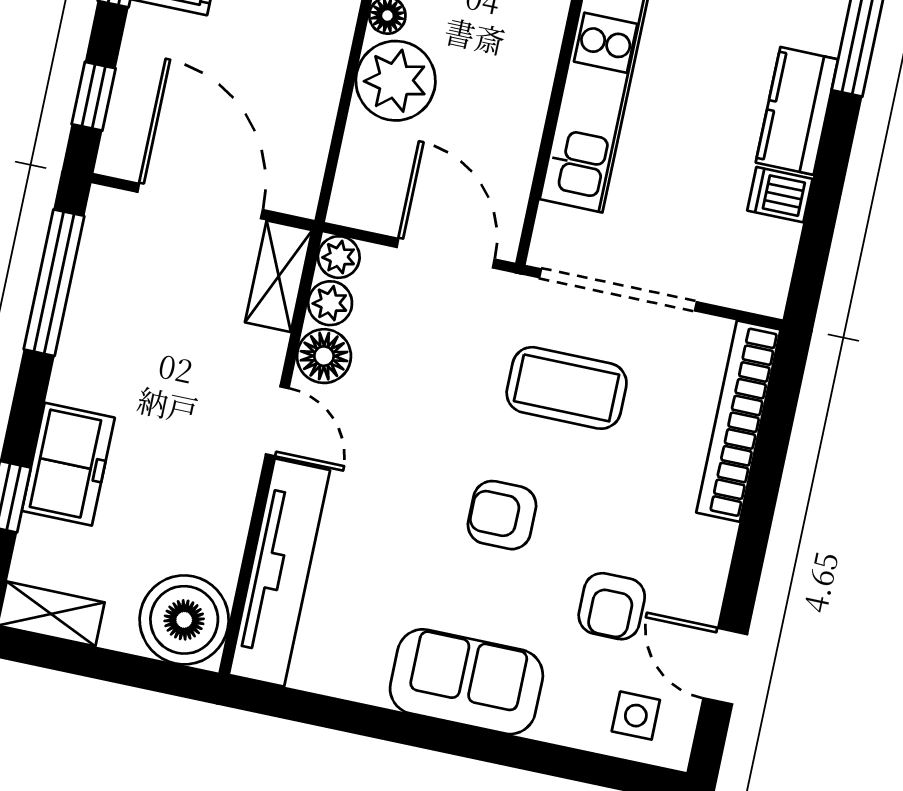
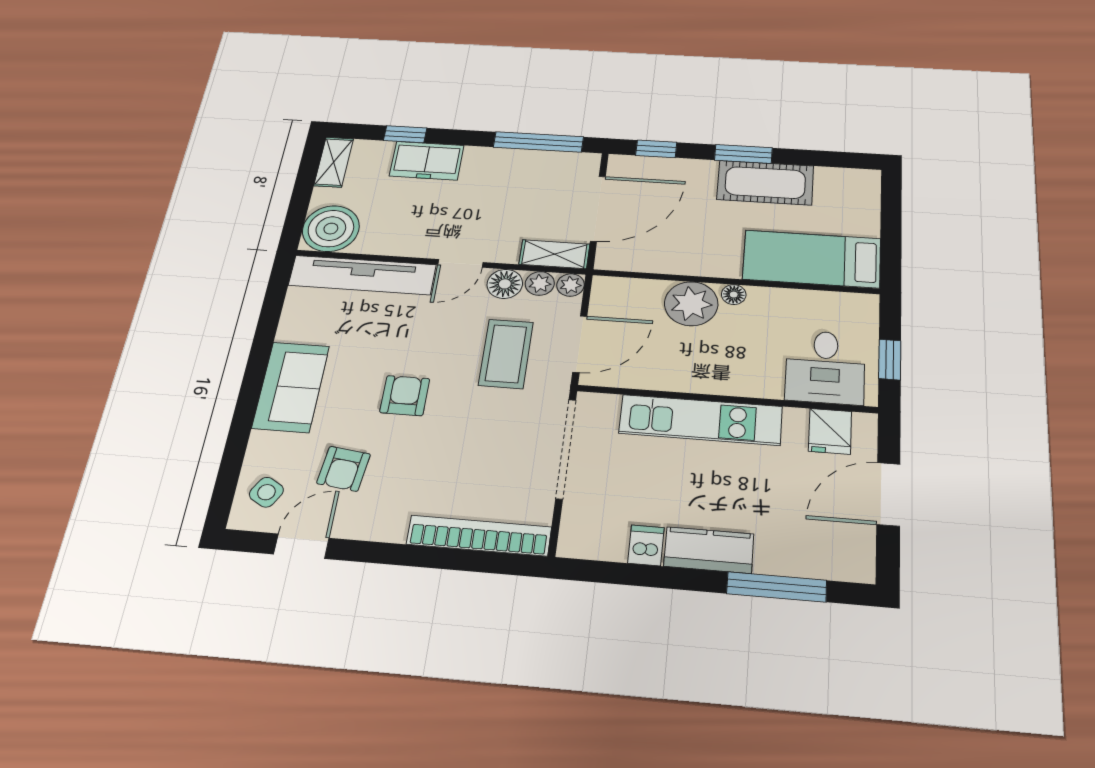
coffee table: (567, 388) -> (506, 354), moved
armchair: (612, 606) -> (344, 469), turned -83
side table: (636, 716) -> (266, 492), turned 30

